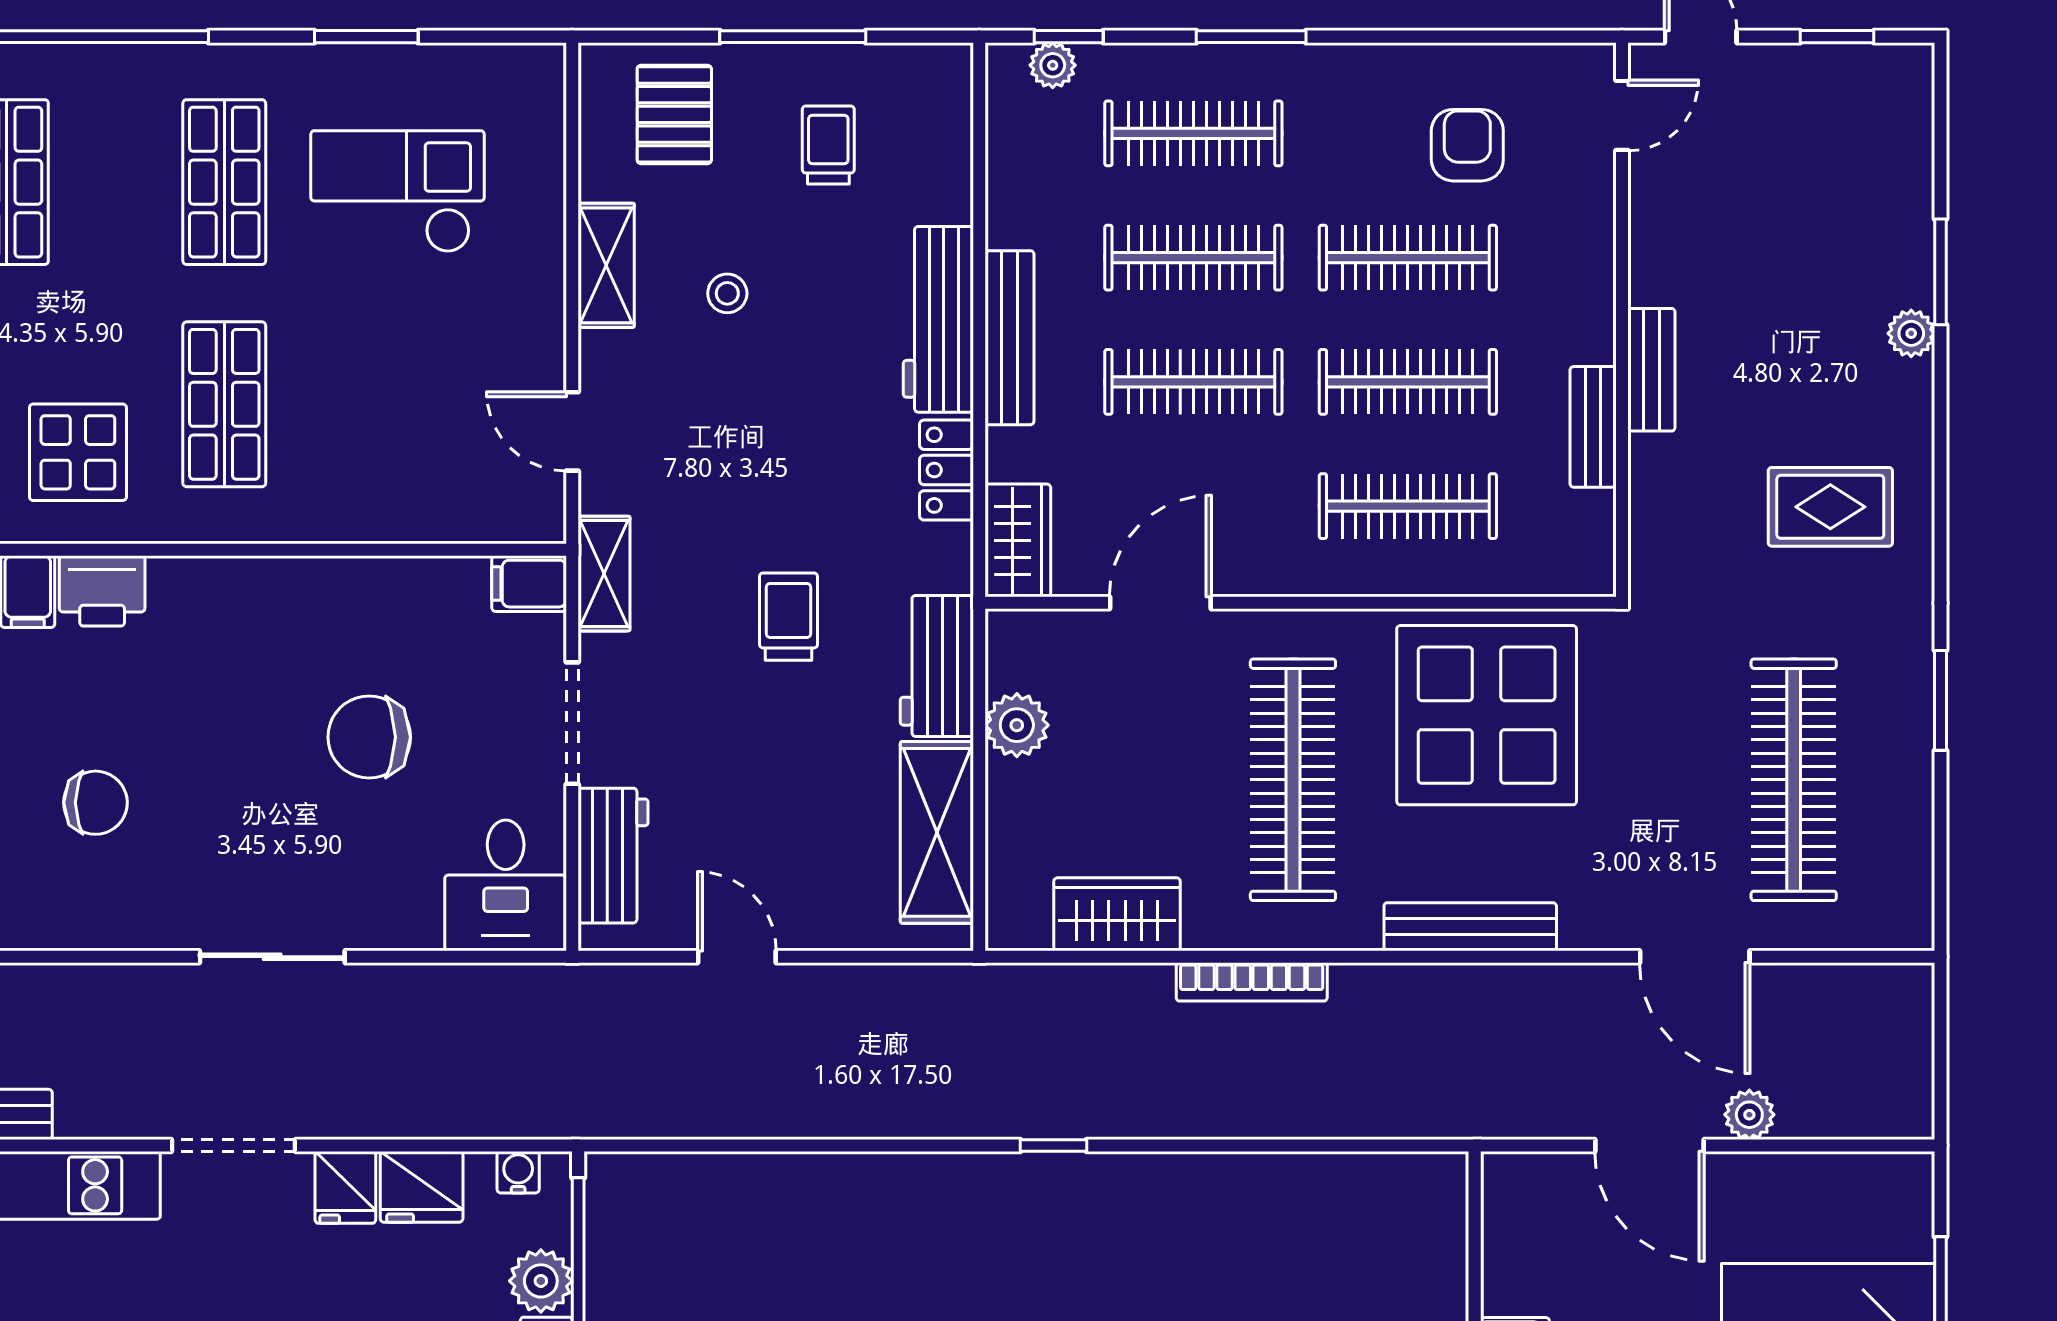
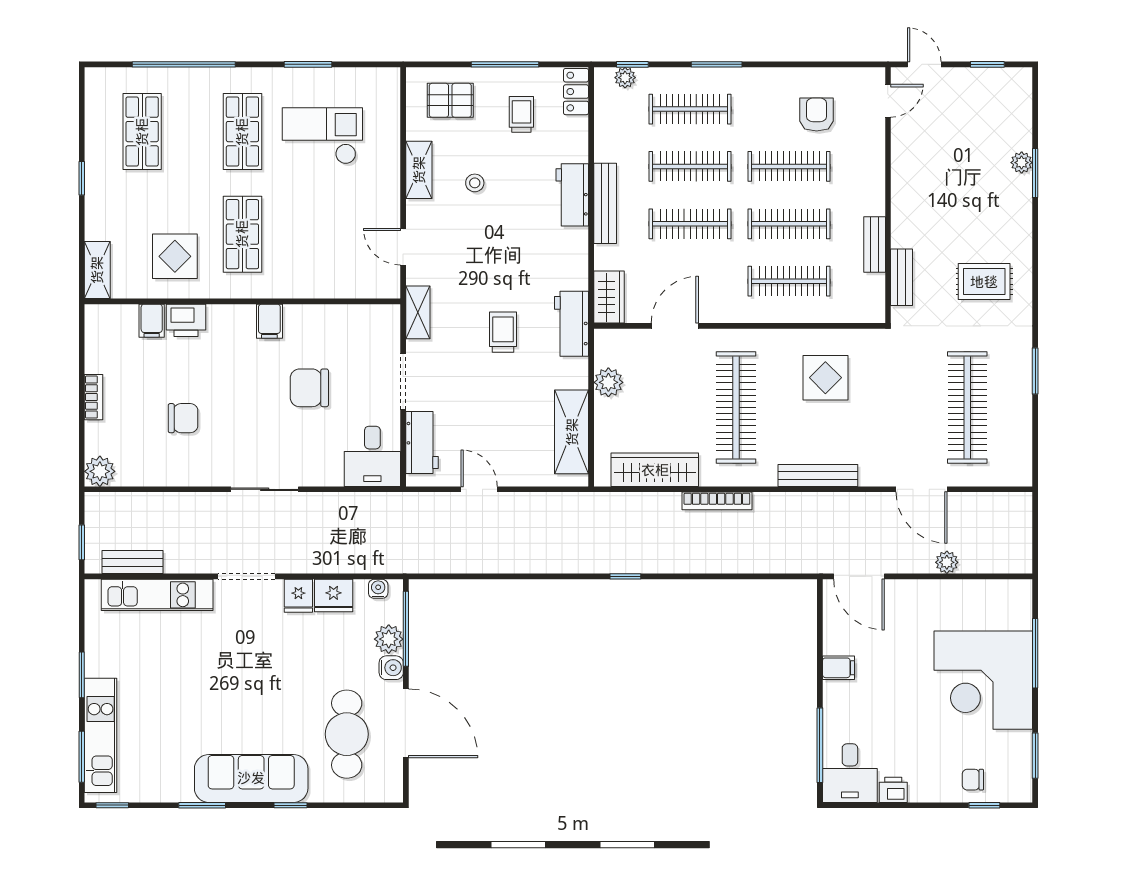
pallet: (674, 114) -> (450, 100), turned 90
workbench: (938, 319) -> (572, 195), width x0.73
plant: (1911, 333) -> (1022, 163), moved
bench: (1651, 370) -> (902, 277), moved
locker: (946, 470) -> (576, 92), moved
filing cabinet: (529, 584) -> (269, 321), moved, turned -90
workbench: (937, 666) -> (572, 324), moved
display table: (1487, 715) -> (825, 378), width x0.54, depth x0.54
wardrobe: (1117, 914) -> (655, 470), width x1.50
door: (1649, 1145) -> (859, 576), moved

